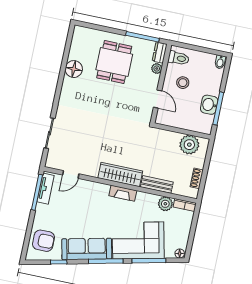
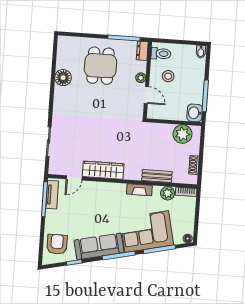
plant: (157, 69) -> (141, 78), moved
washbasin: (209, 105) -> (195, 113), moved
wardrobe: (120, 174) -> (103, 170), moved
fireplace: (123, 193) -> (139, 190), moved
armchair: (44, 241) -> (57, 244), turned -90

